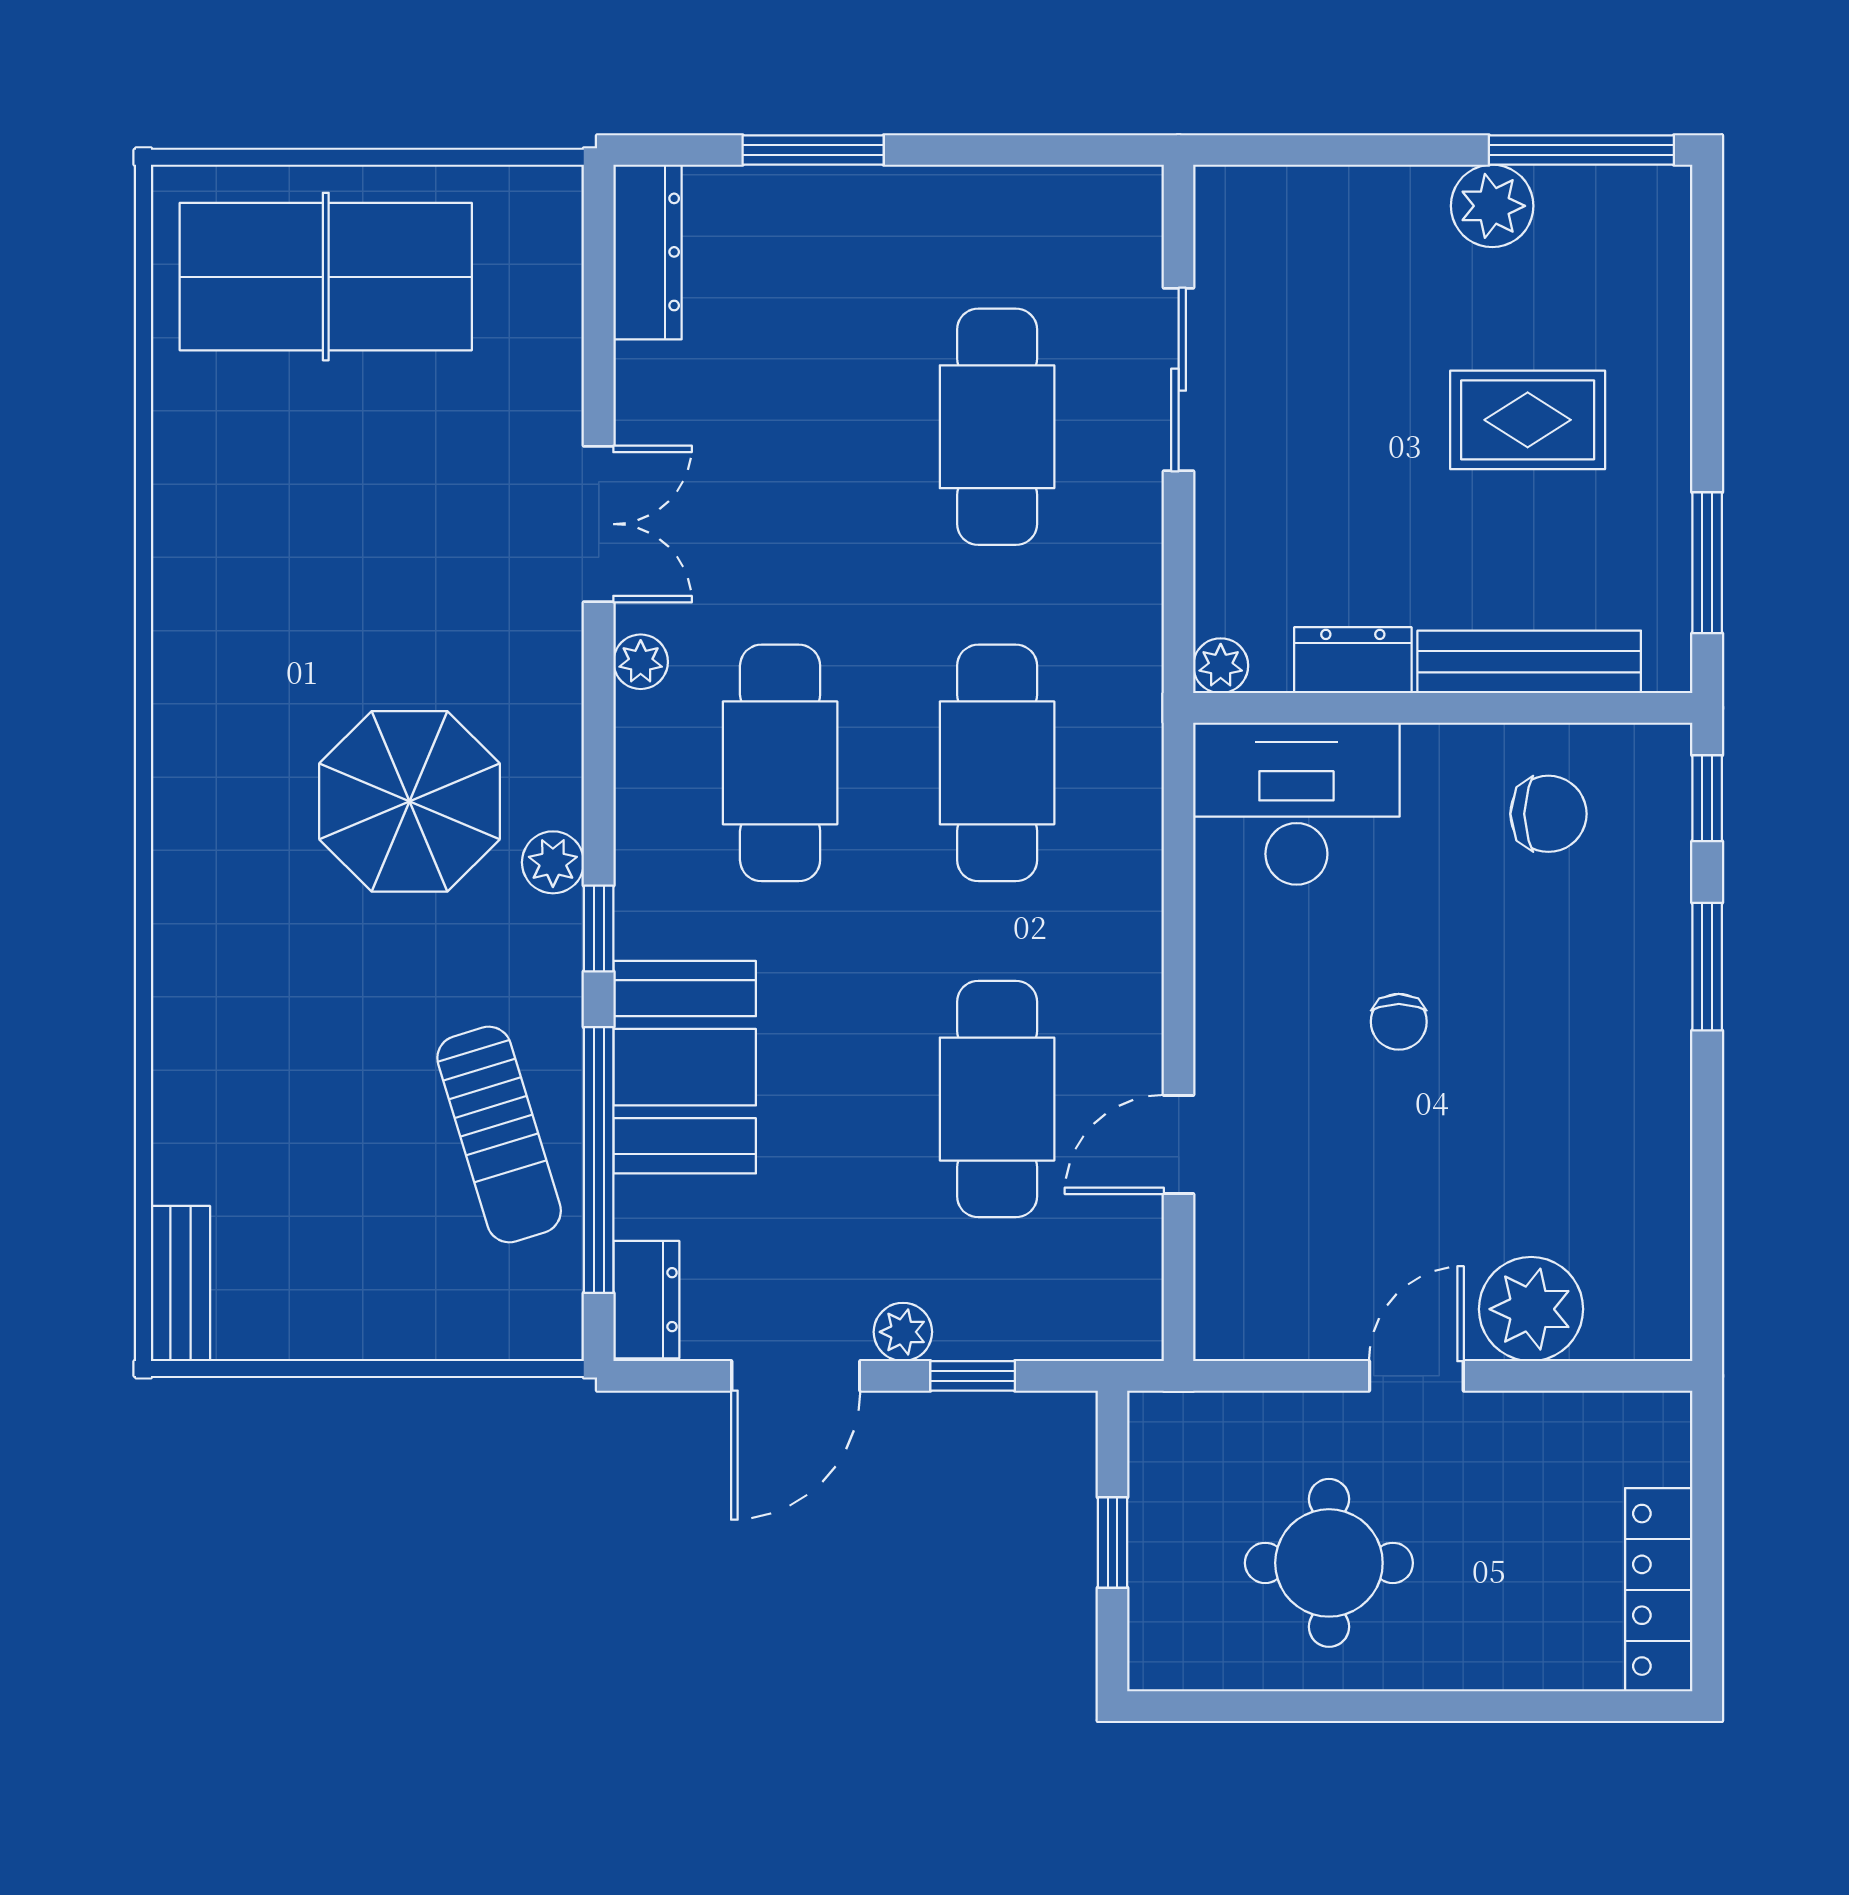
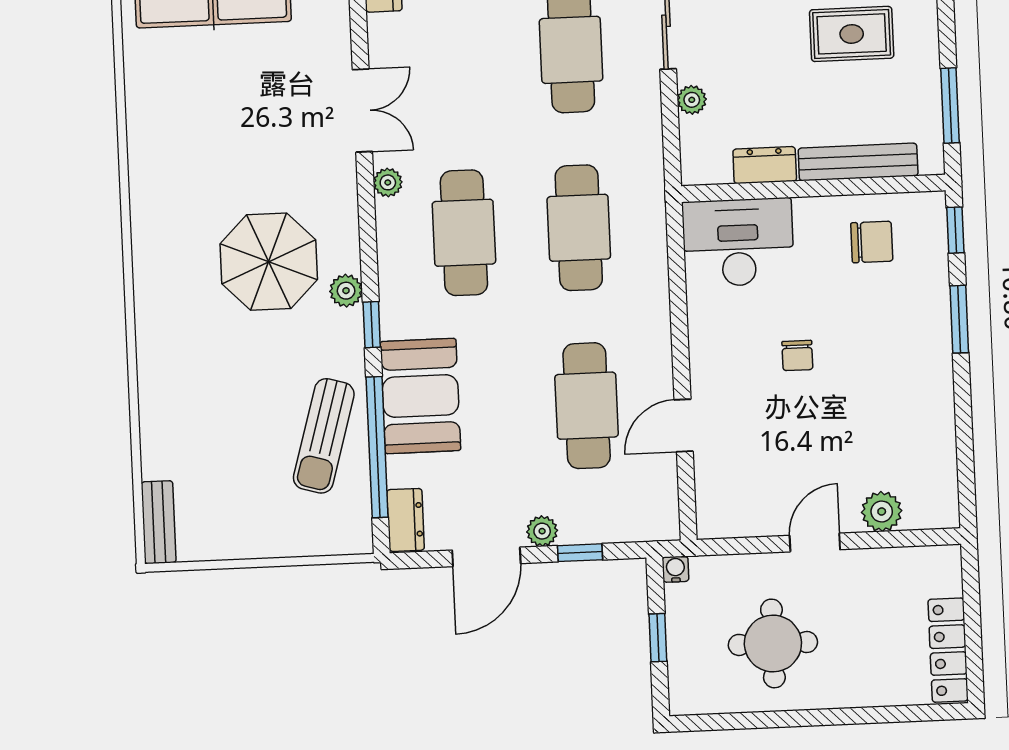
plant: (1221, 666) -> (692, 100), moved
sun lounger: (499, 1134) -> (324, 436), turned 33
plant: (1531, 1309) -> (882, 511), width x0.73, depth x0.73
water cooler: (1151, 1415) -> (675, 569), added

